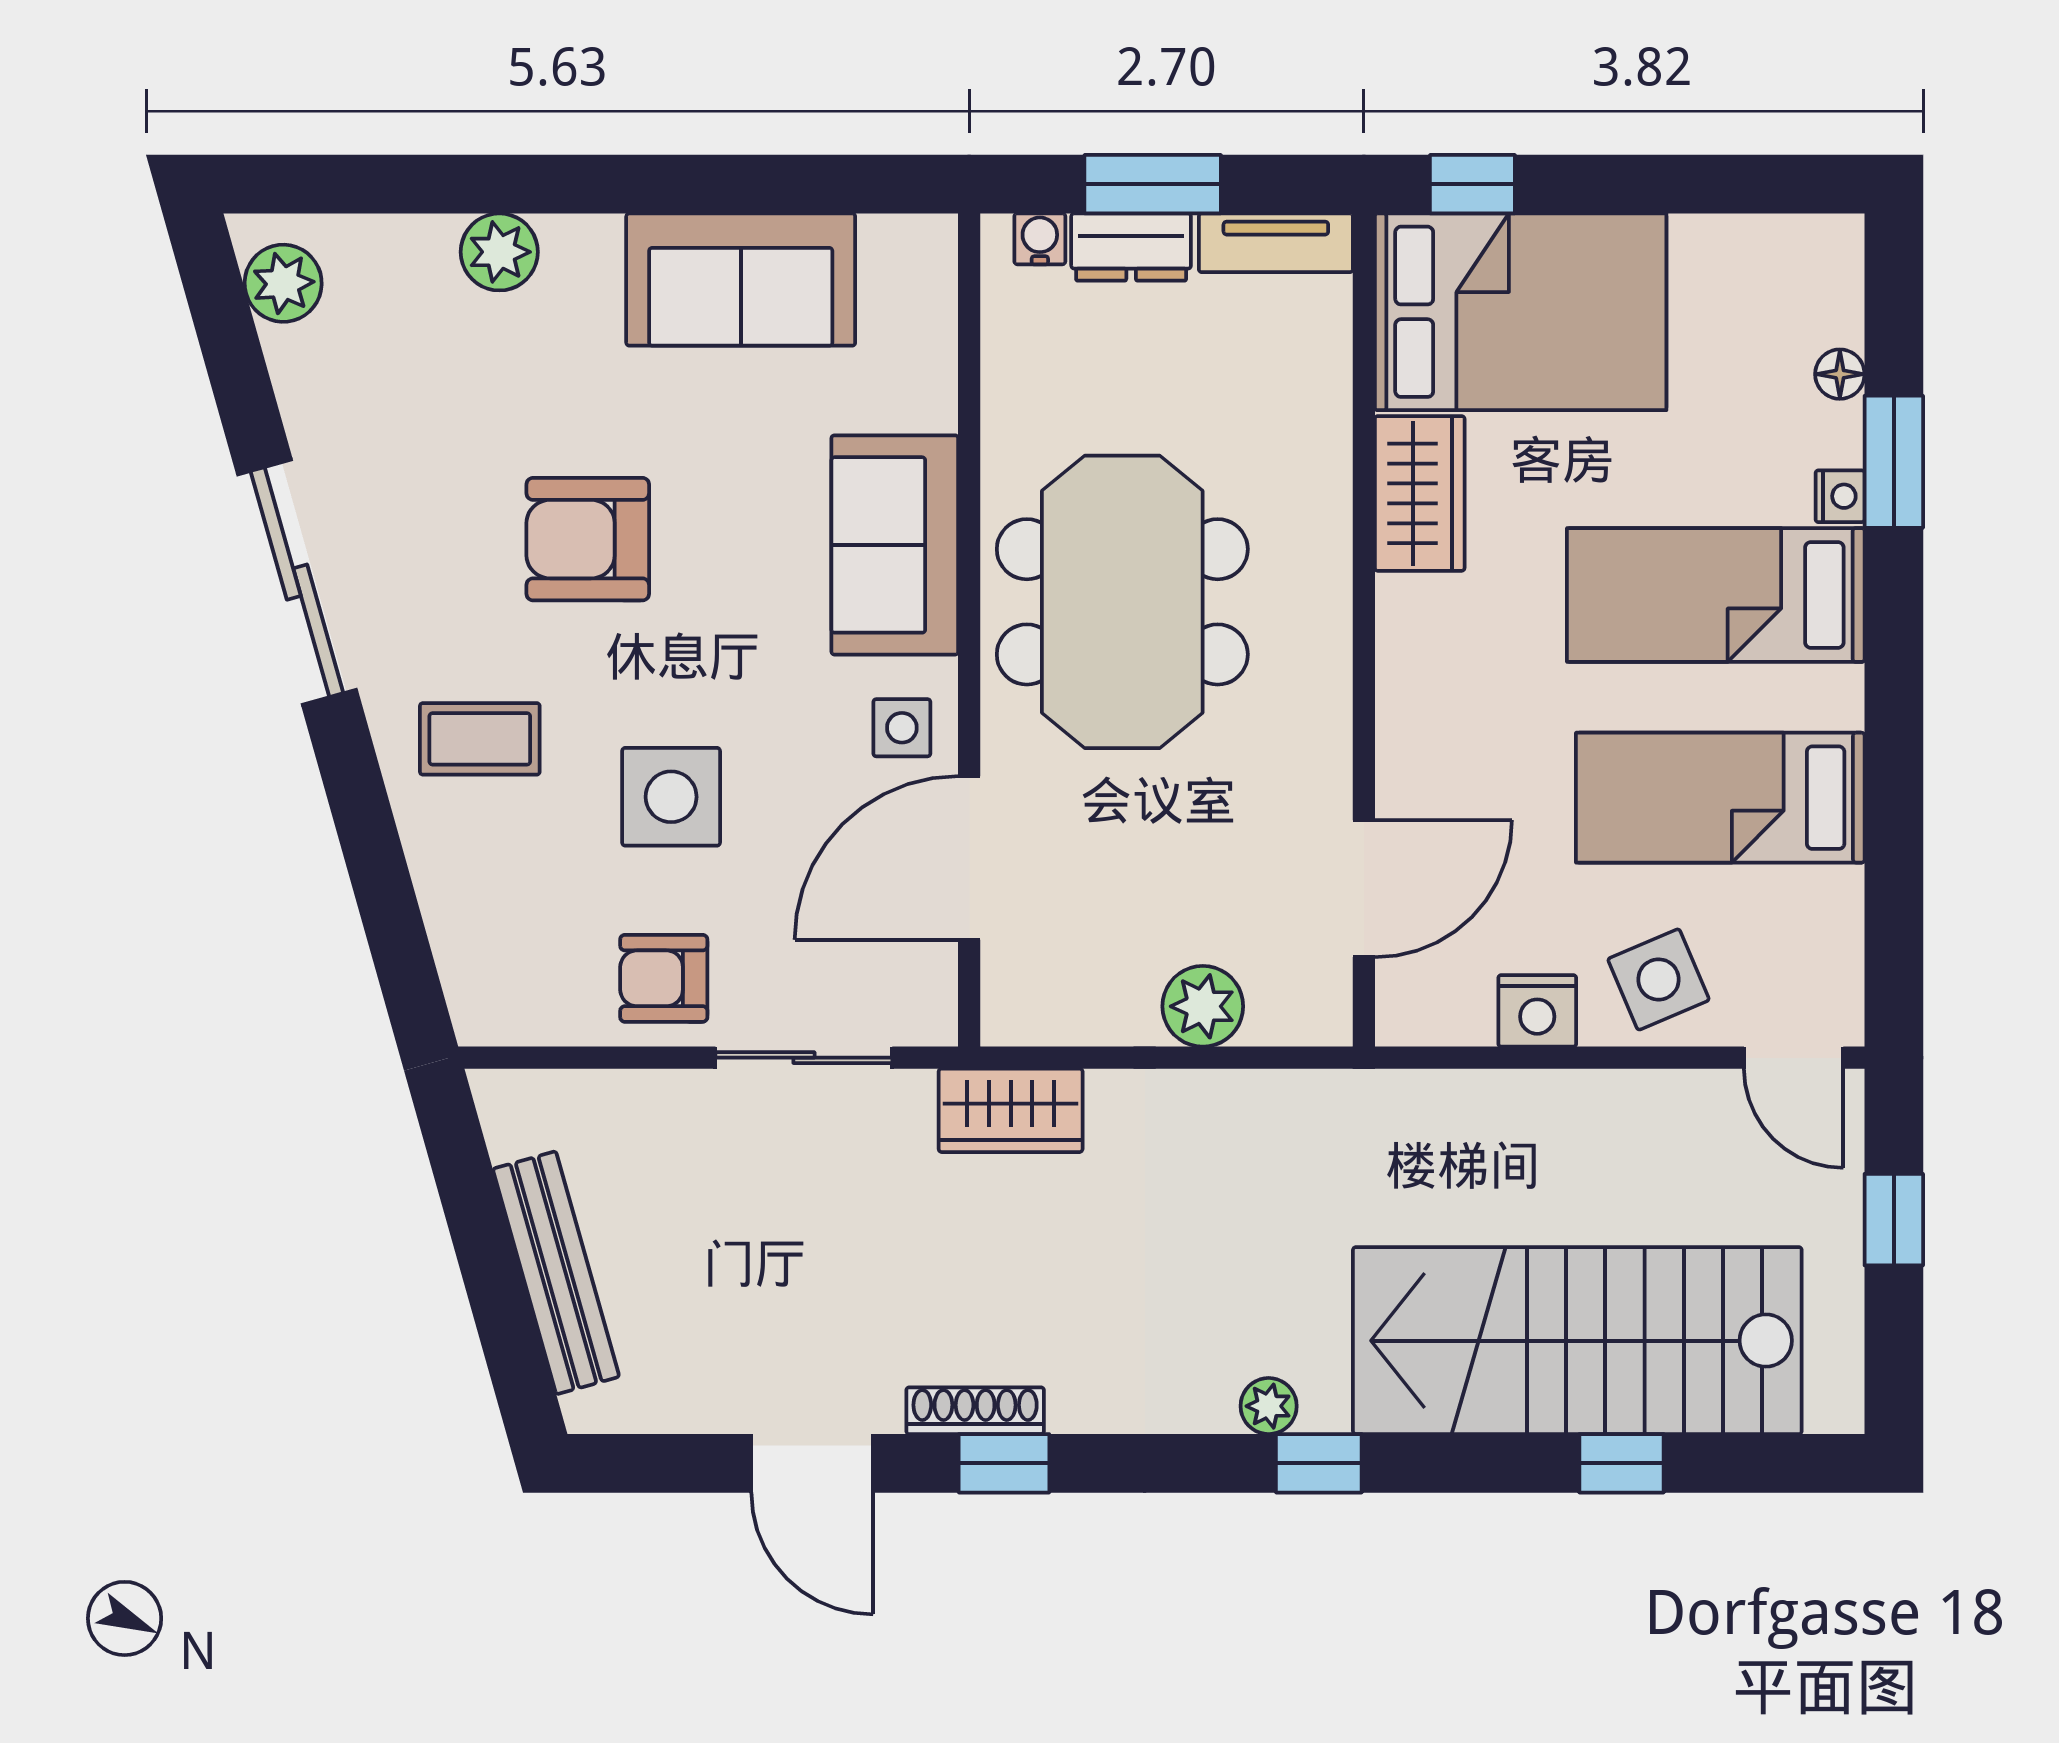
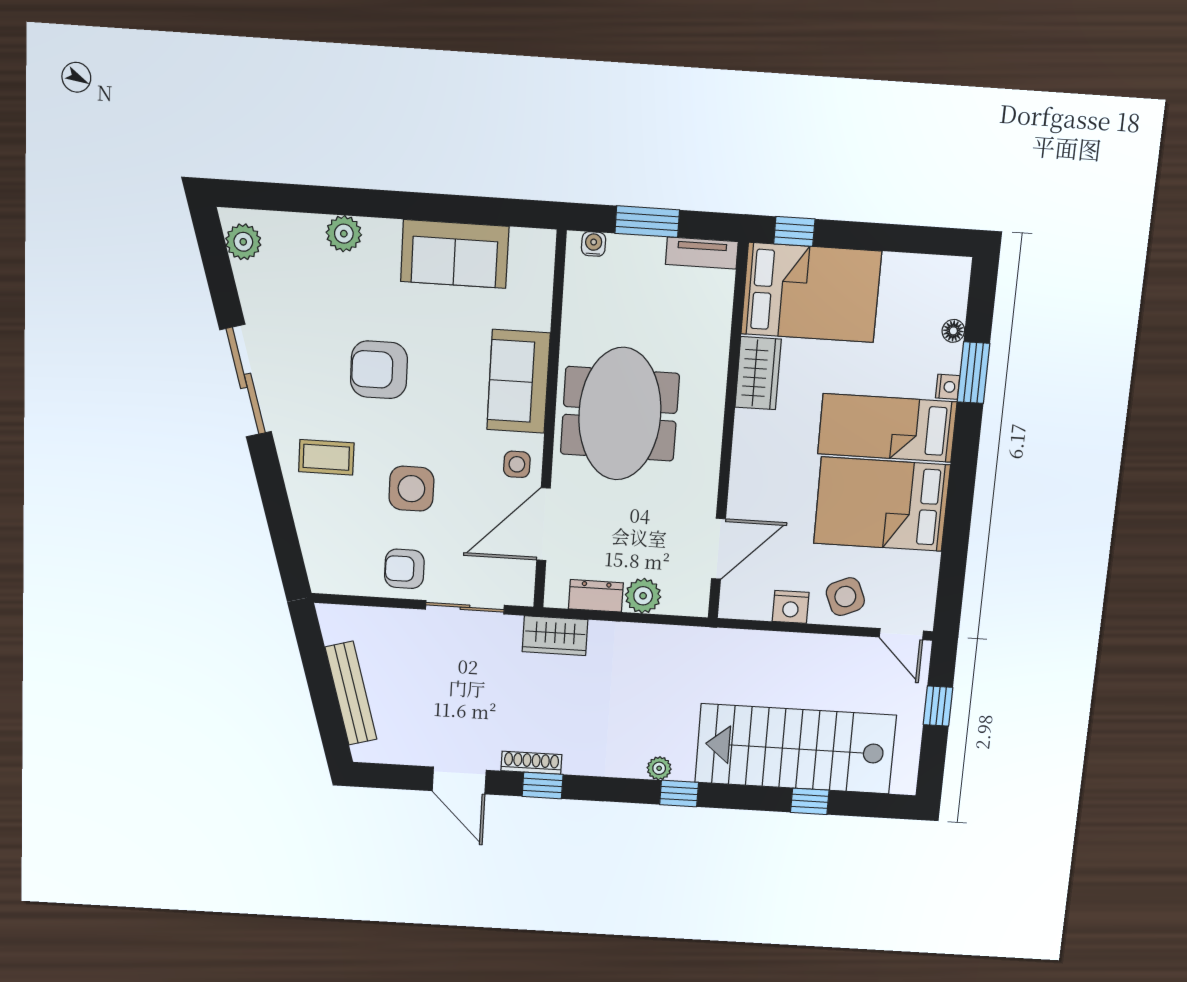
dresser: (1131, 247) -> (596, 596), moved, turned 180
bed: (1720, 798) -> (882, 504), width x1.50

